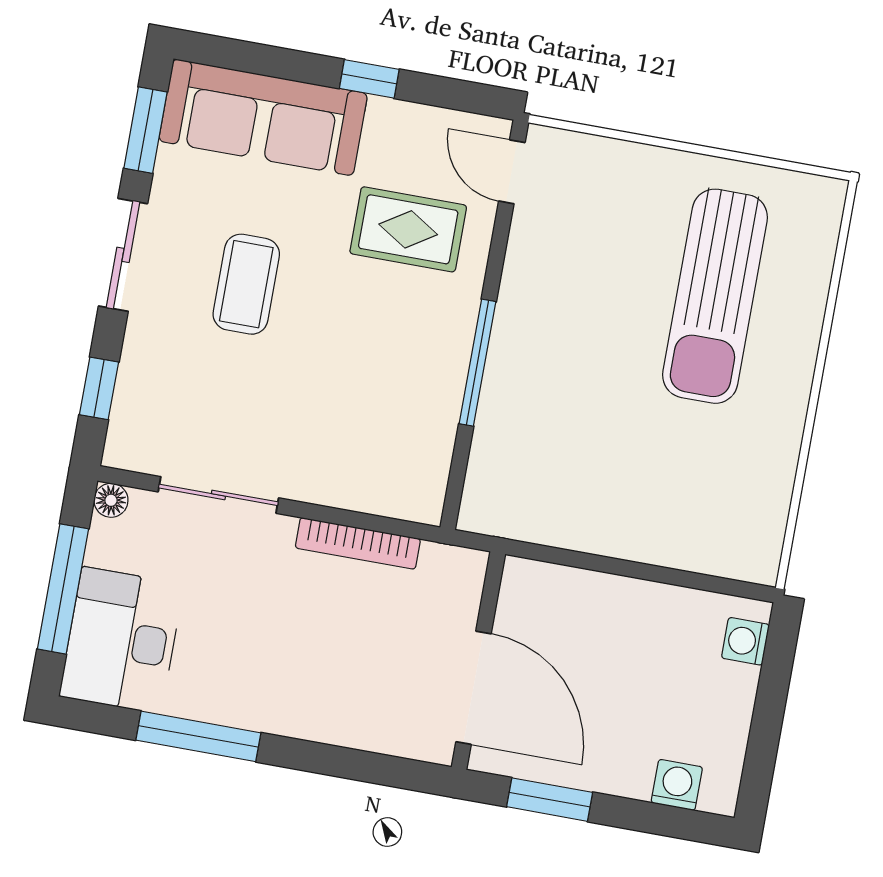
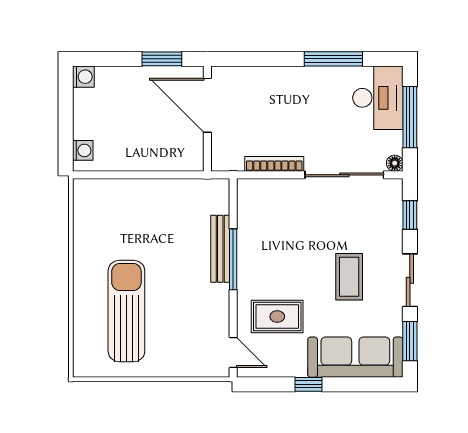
bench: (500, 389) -> (220, 249), added
sliding door: (218, 495) -> (344, 175), width x1.37
washing machine: (677, 785) -> (83, 77), moved, turned -90

